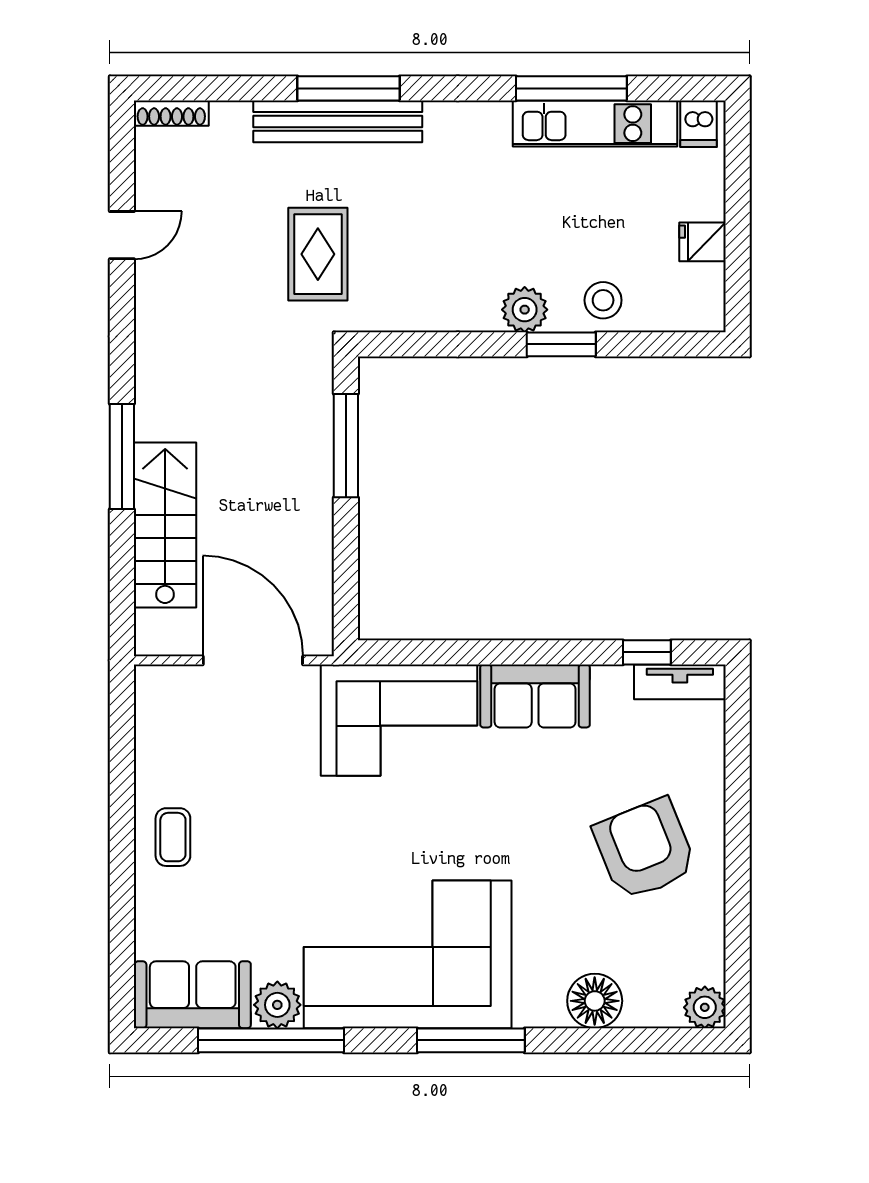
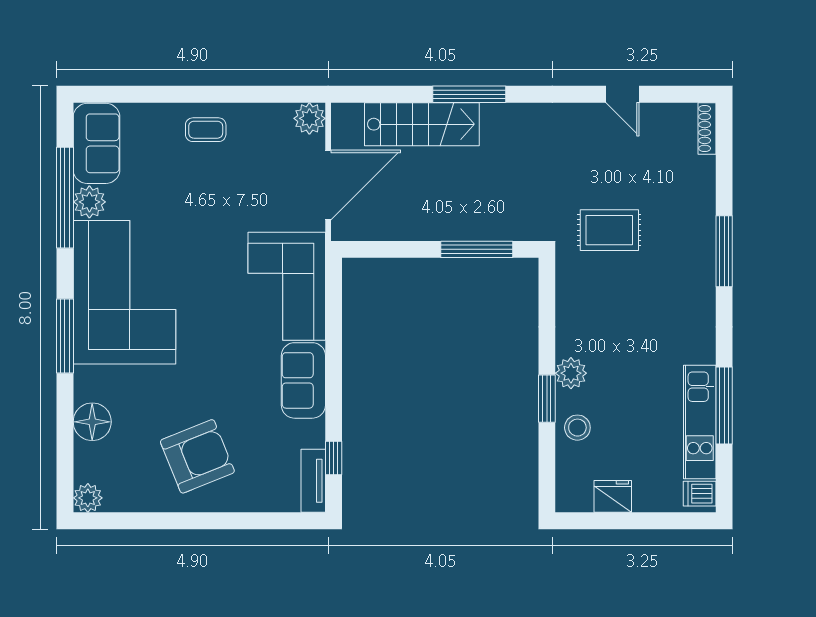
bench: (338, 121) -> (701, 244), removed
fridge: (703, 242) -> (613, 496), width x1.38
plant: (157, 687) -> (309, 118), added

